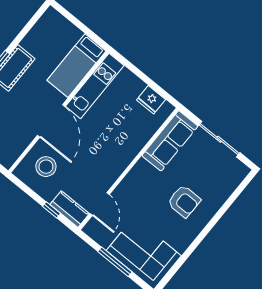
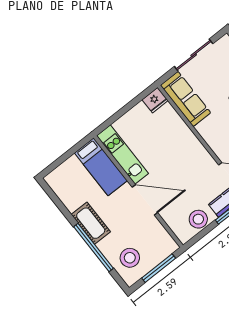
fridge: (151, 100) -> (155, 100), moved
stool: (46, 167) -> (198, 219), moved

